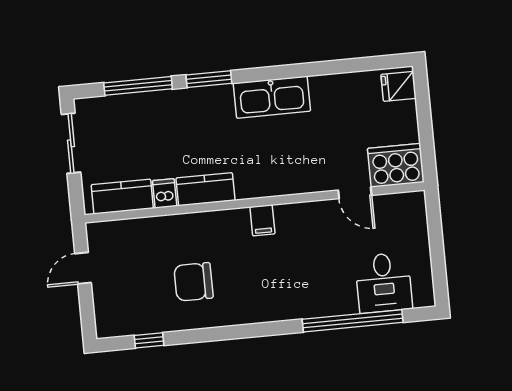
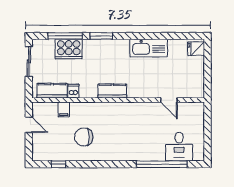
kitchen sink: (272, 97) -> (149, 48), moved
cooker: (396, 165) -> (69, 49), moved, turned 180
kitchen counter: (206, 189) -> (112, 91), moved
filing cabinet: (262, 220) -> (64, 109), moved
door: (83, 268) -> (29, 125), swing flipped

